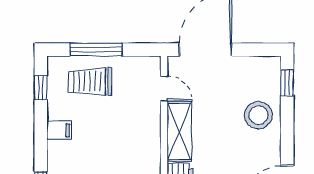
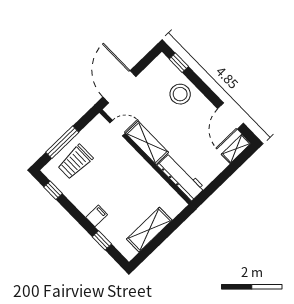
filing cabinet: (59, 130) -> (97, 216), moved

